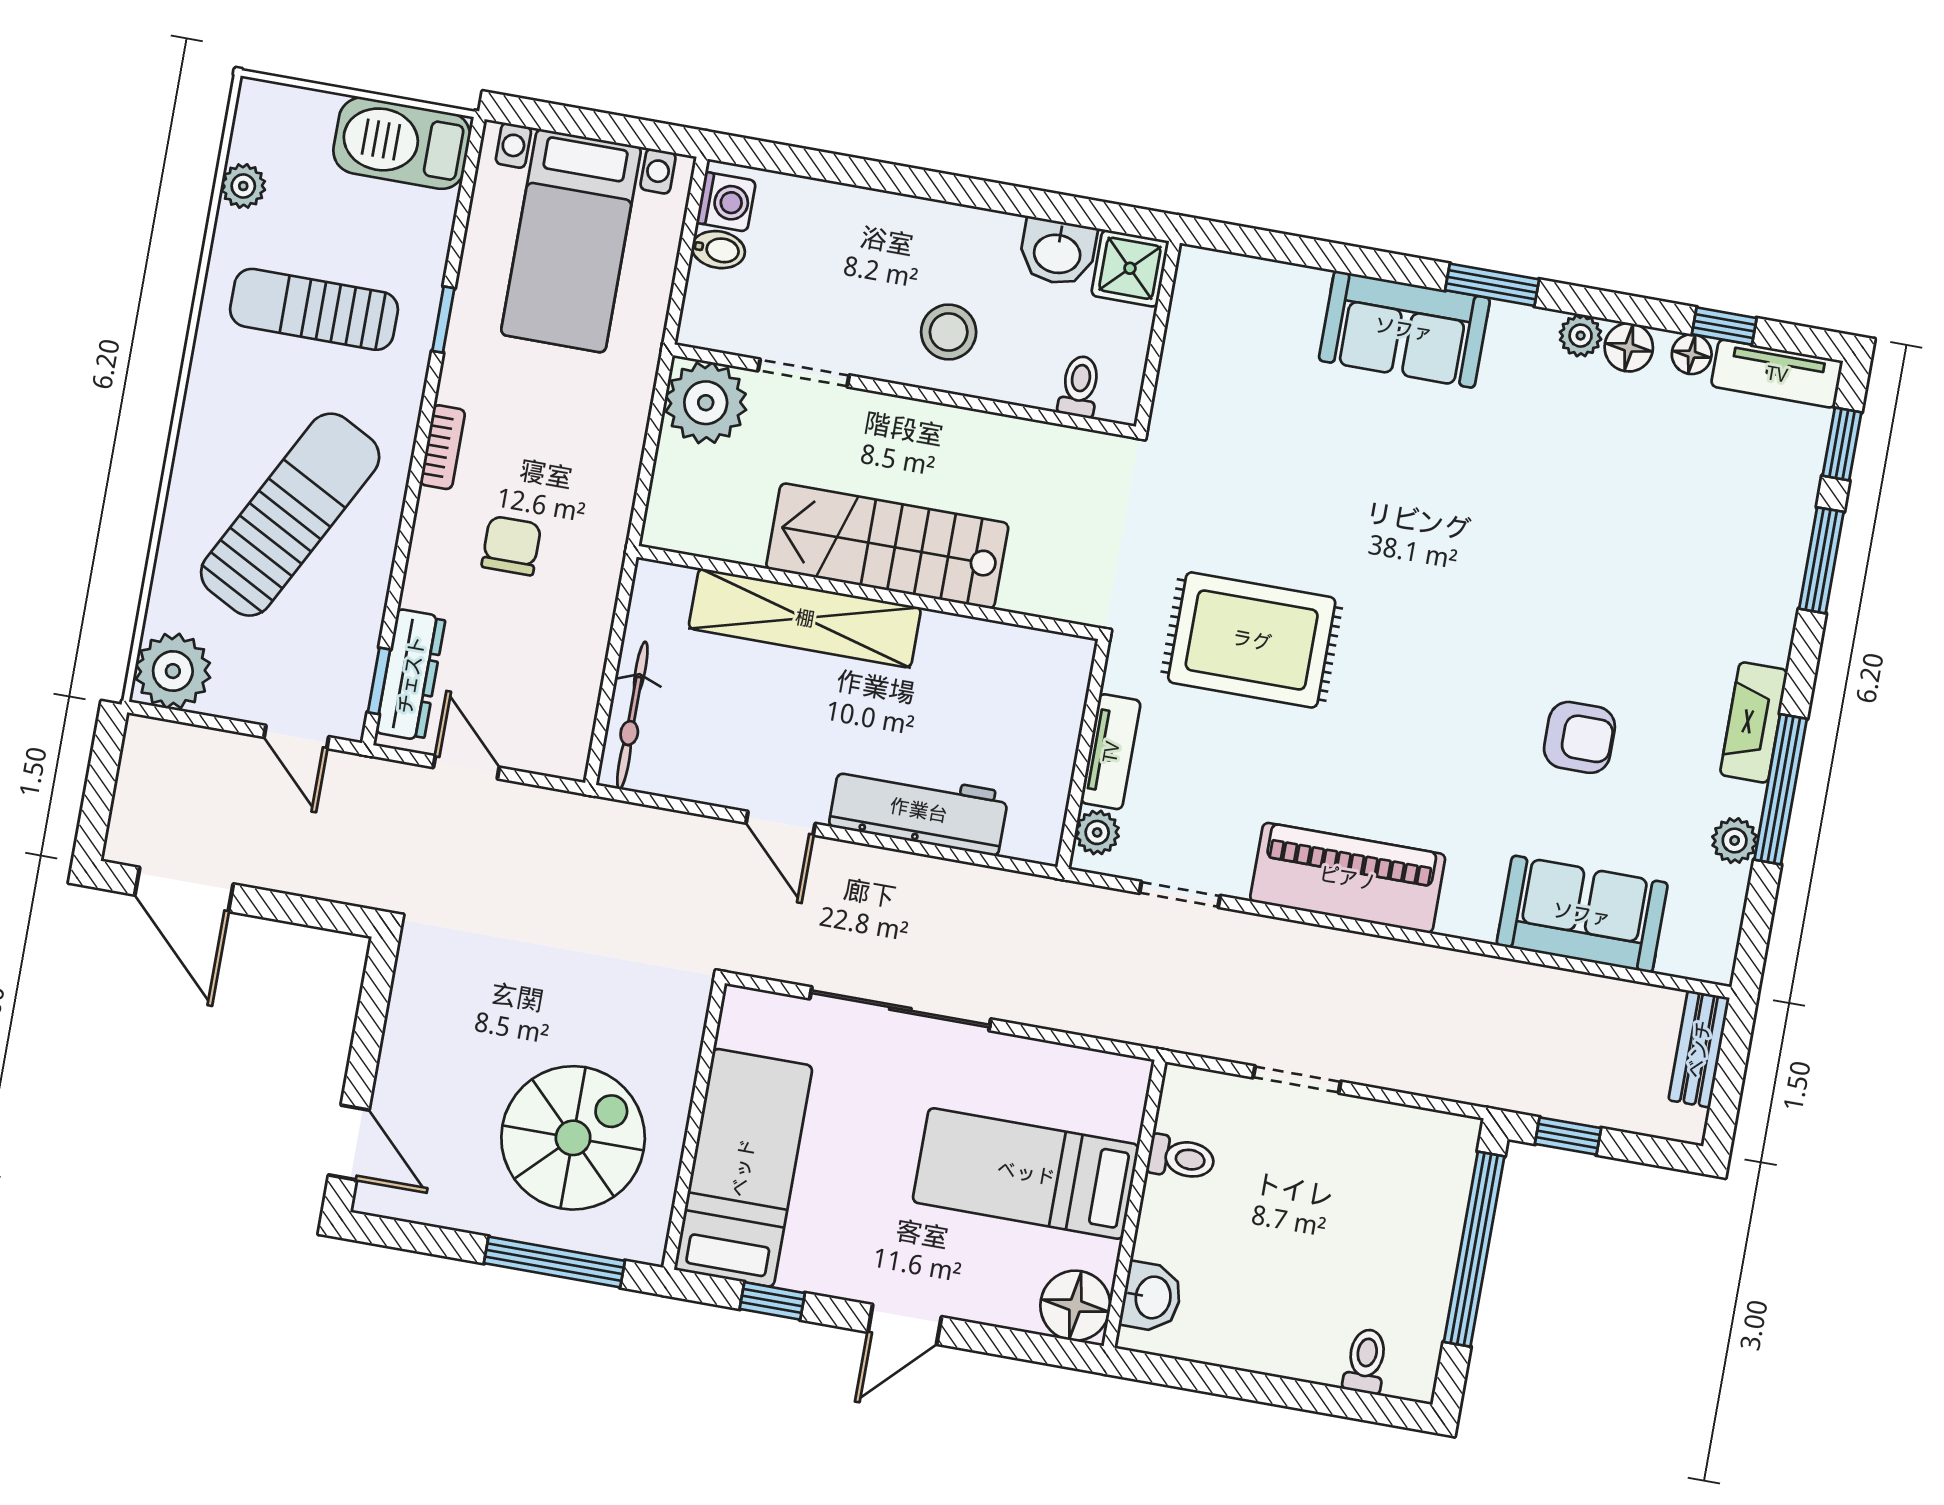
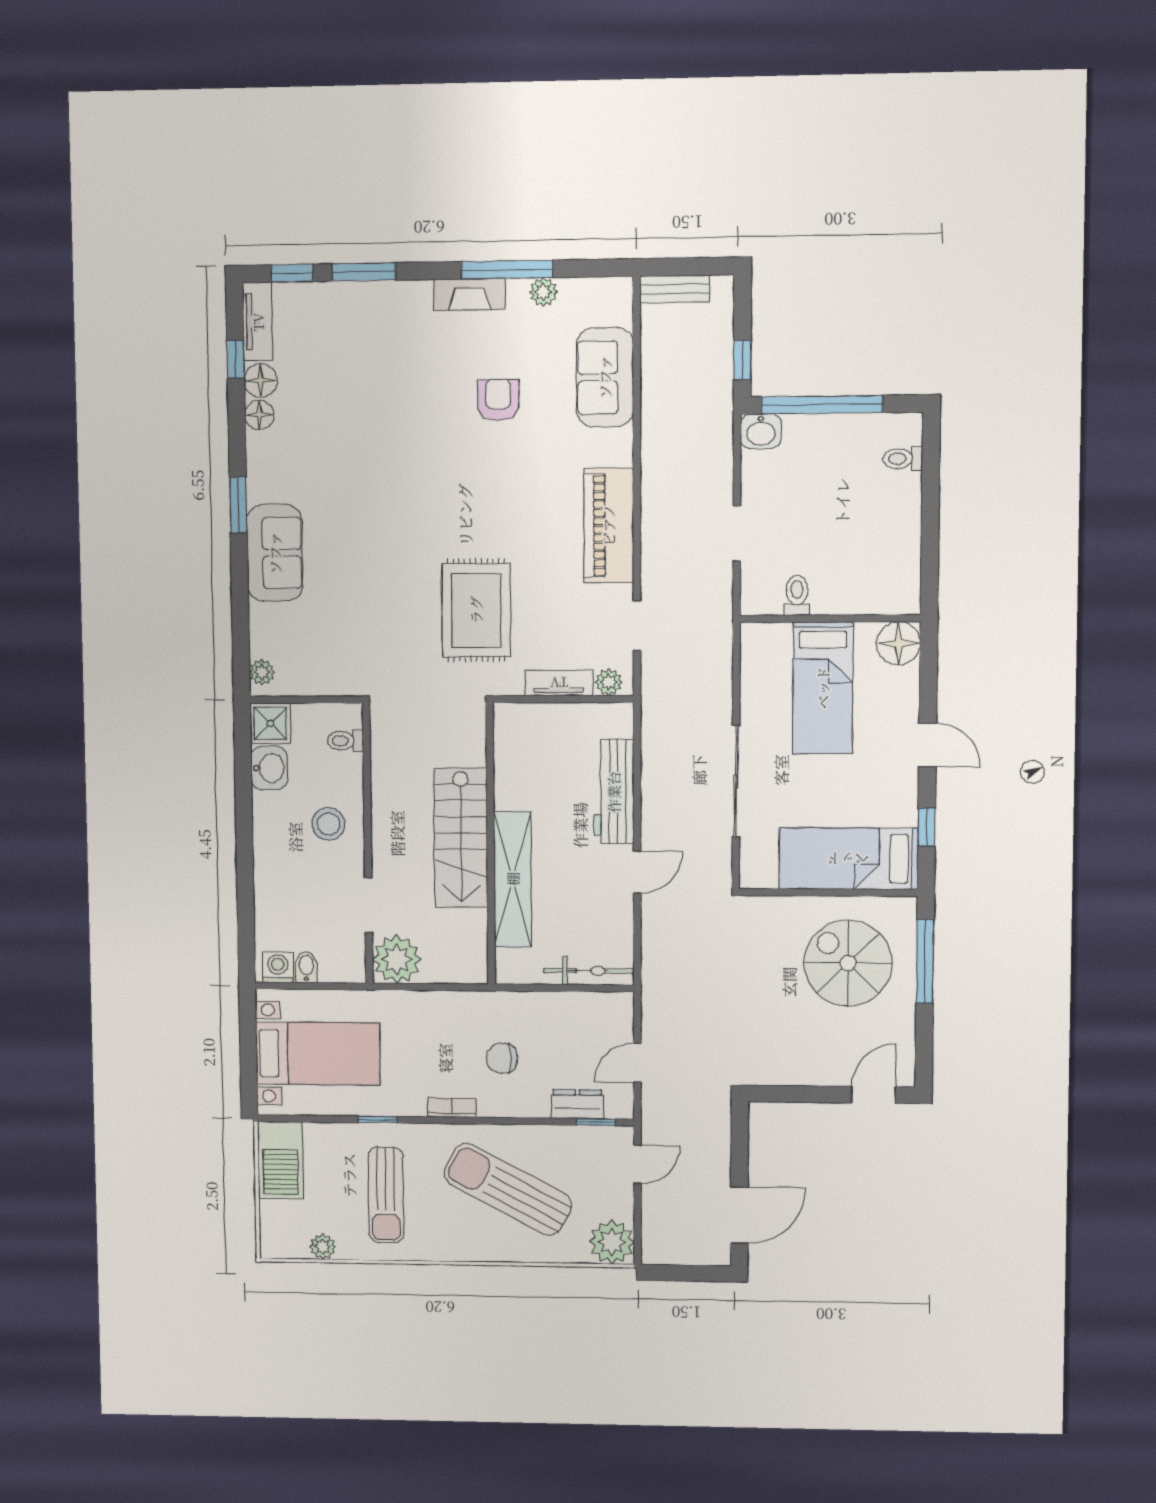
plant: (1581, 336) -> (262, 672), moved
floor lamp: (1692, 354) -> (261, 380), width x1.37, depth x1.37
dresser: (411, 675) -> (577, 1104), width x0.70
washbasin: (1151, 1297) -> (761, 431), moved, turned 180

